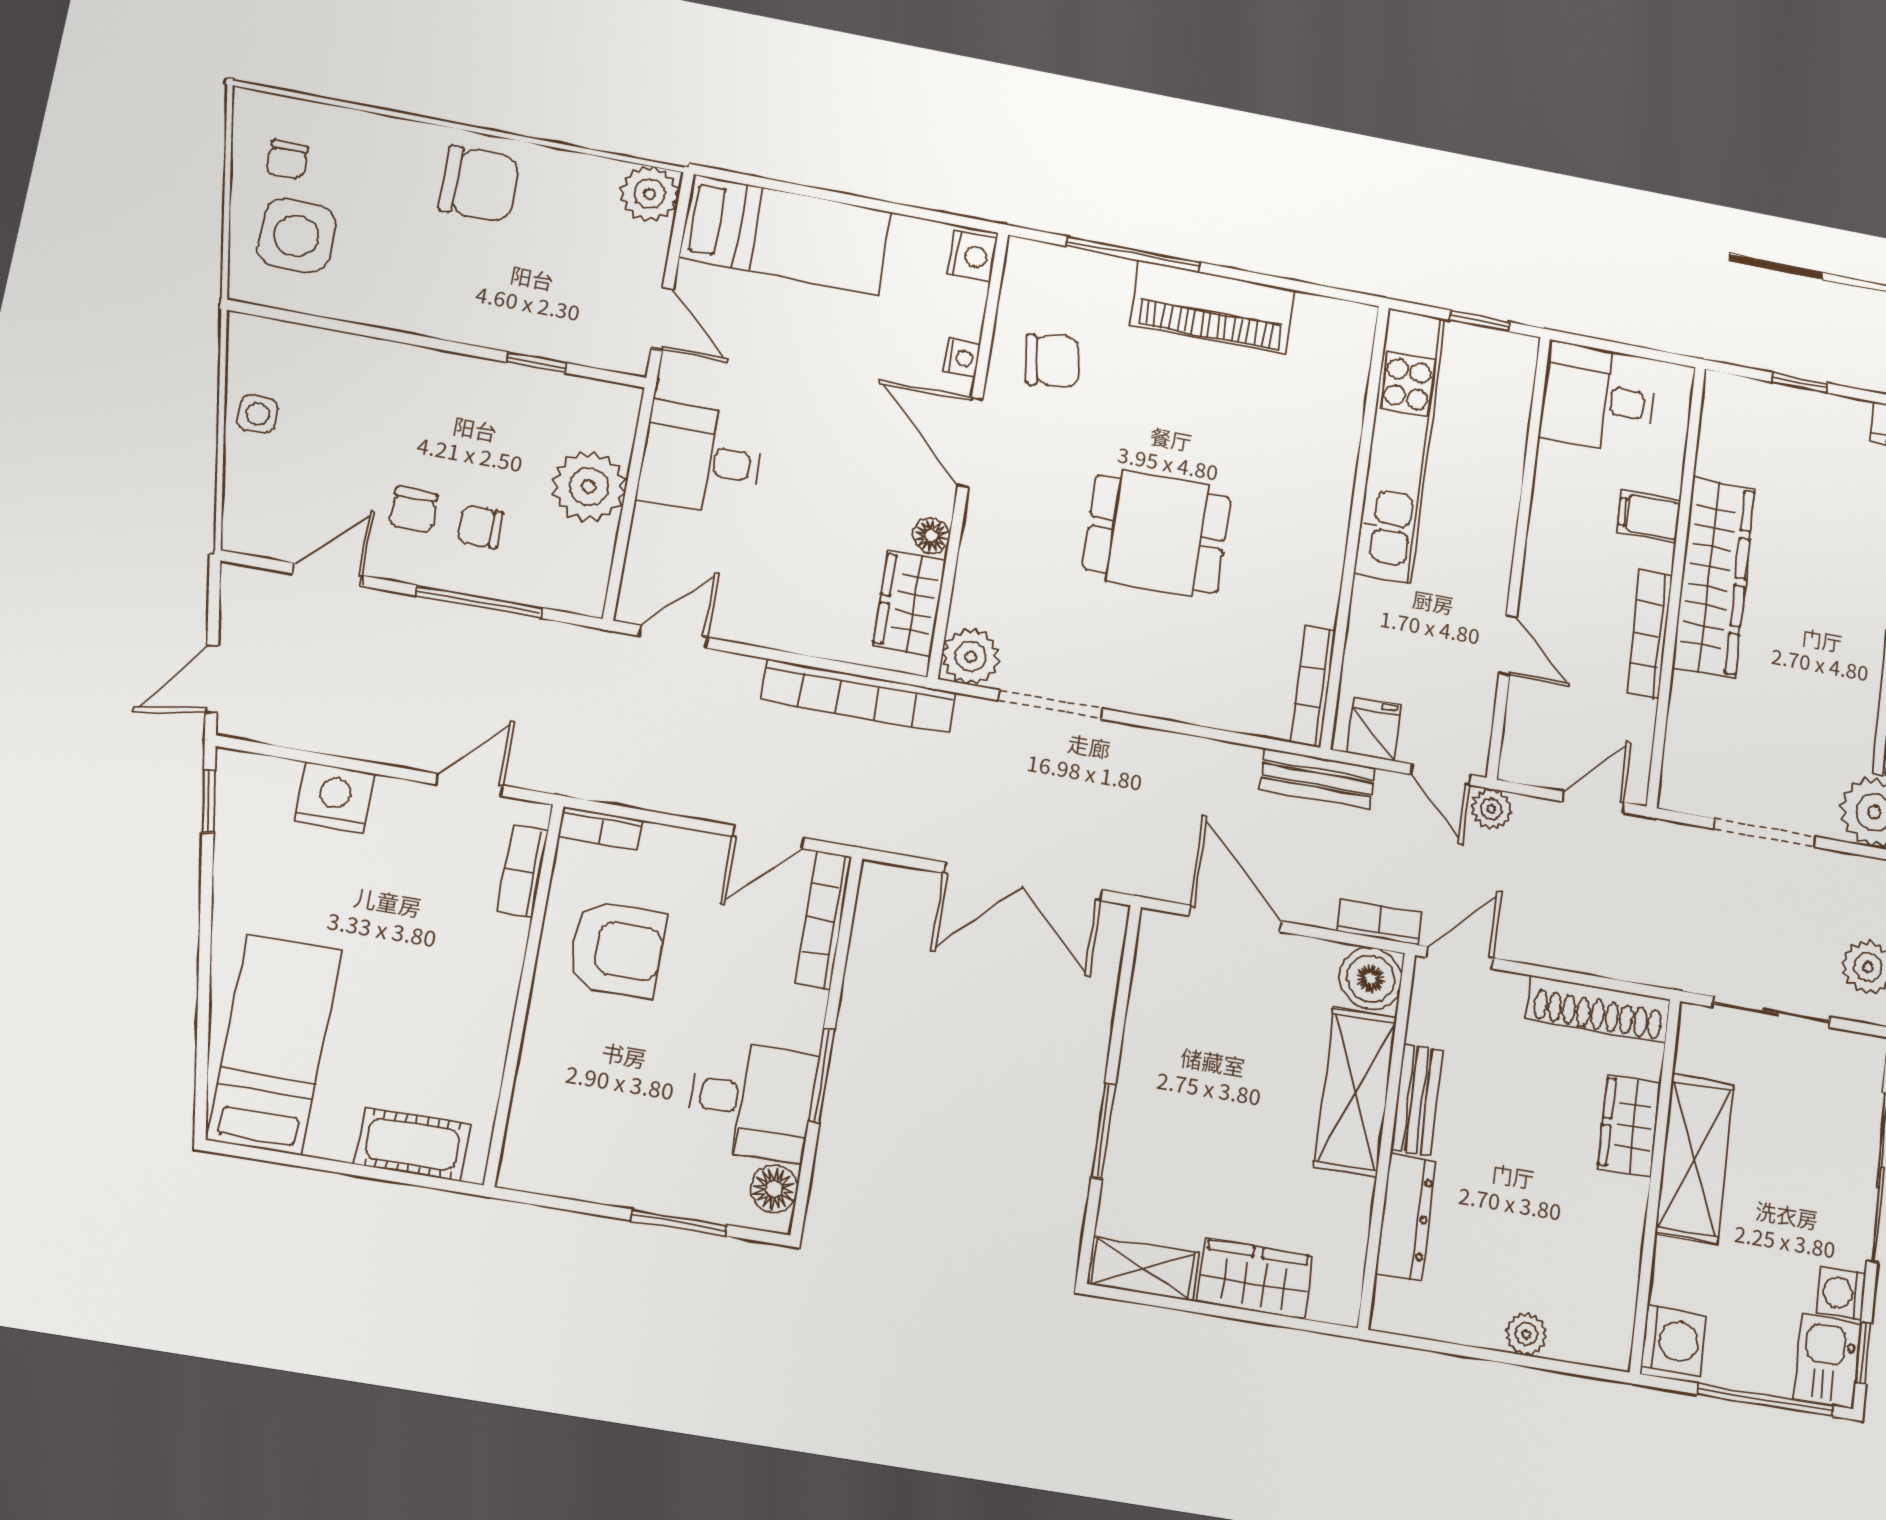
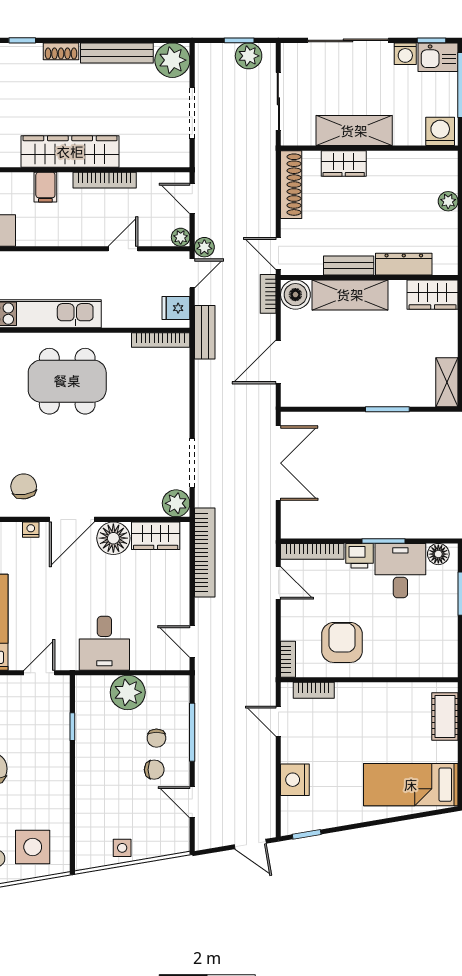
dining table: (1157, 533) -> (67, 381), moved, width x1.38
floor lamp: (931, 536) -> (113, 538), width x1.89, depth x1.89
plant: (1517, 765) -> (181, 237), added
printer: (798, 1018) -> (359, 556), added
wardrobe: (1255, 1279) -> (433, 295), moved, turned -90

